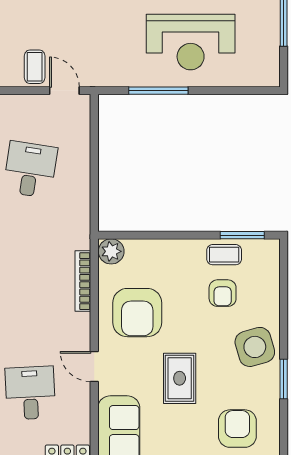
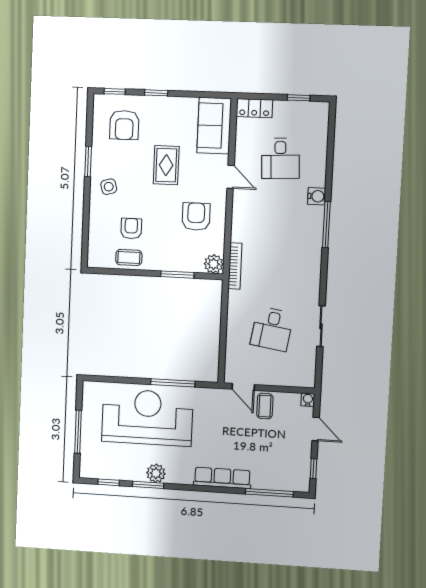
reception desk: (191, 42) -> (147, 417), width x1.36, depth x1.30
window: (242, 235) -> (177, 275), moved
bookcase: (83, 281) -> (235, 266), moved
armchair: (137, 313) -> (196, 217), width x0.73, depth x0.73
side table: (255, 347) -> (109, 187), width x0.54, depth x0.54

